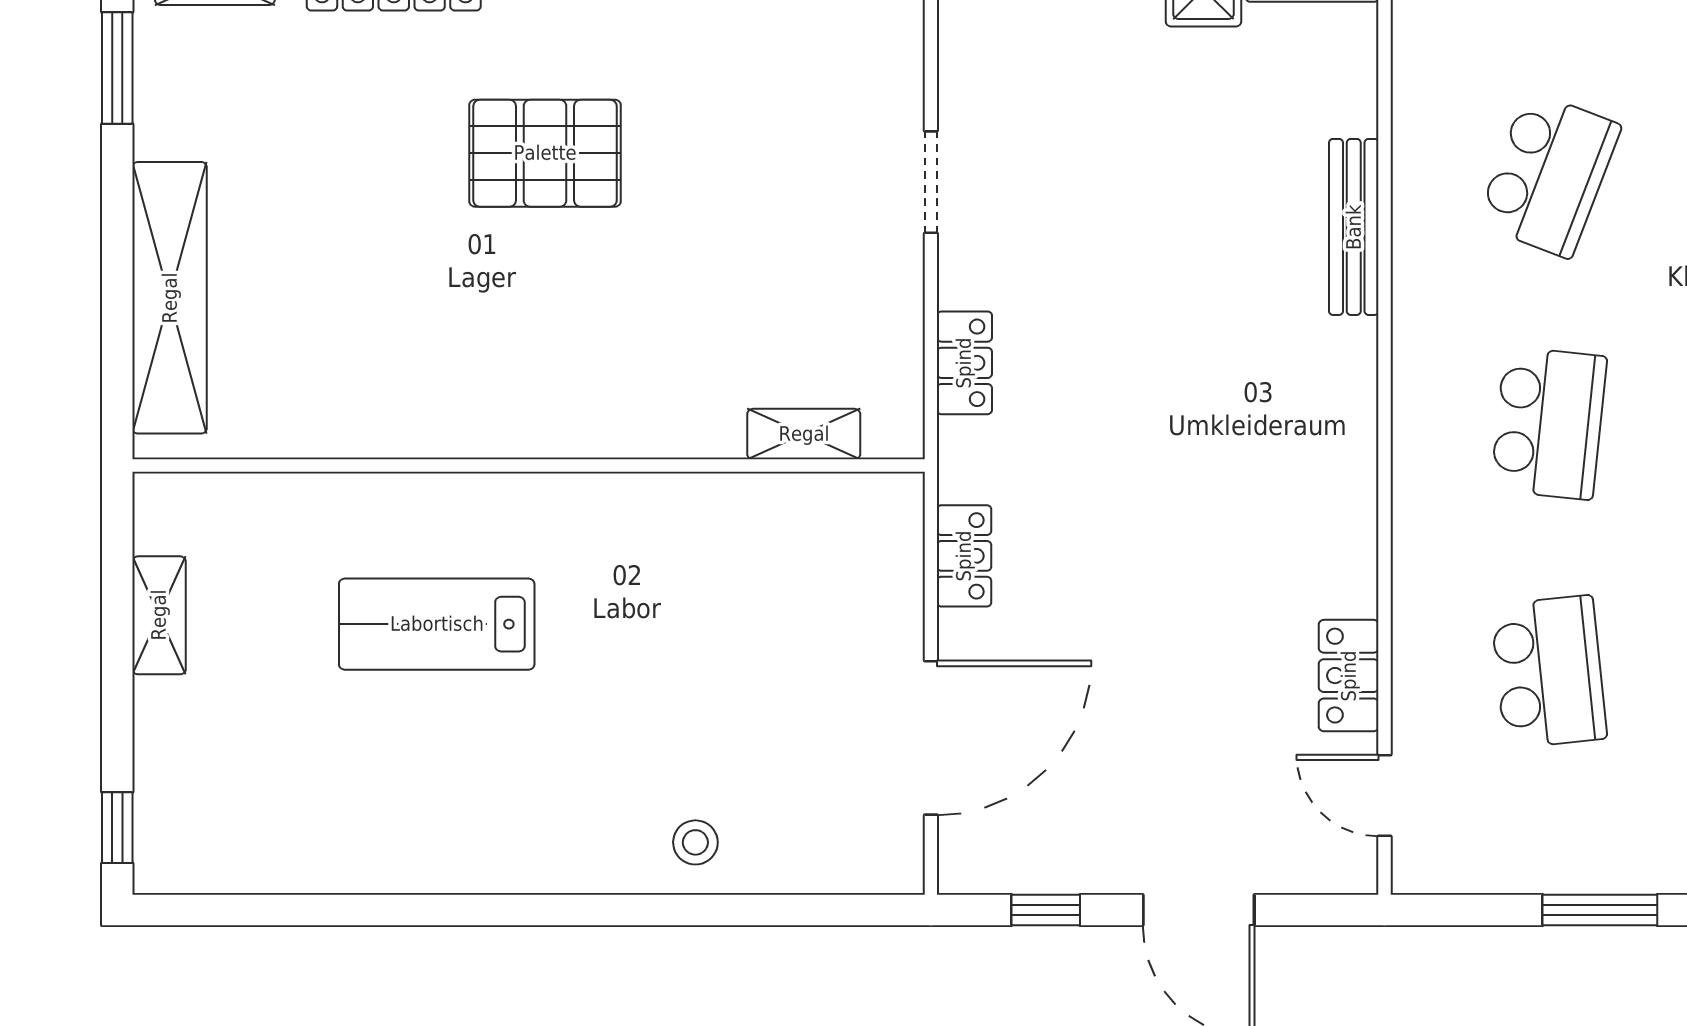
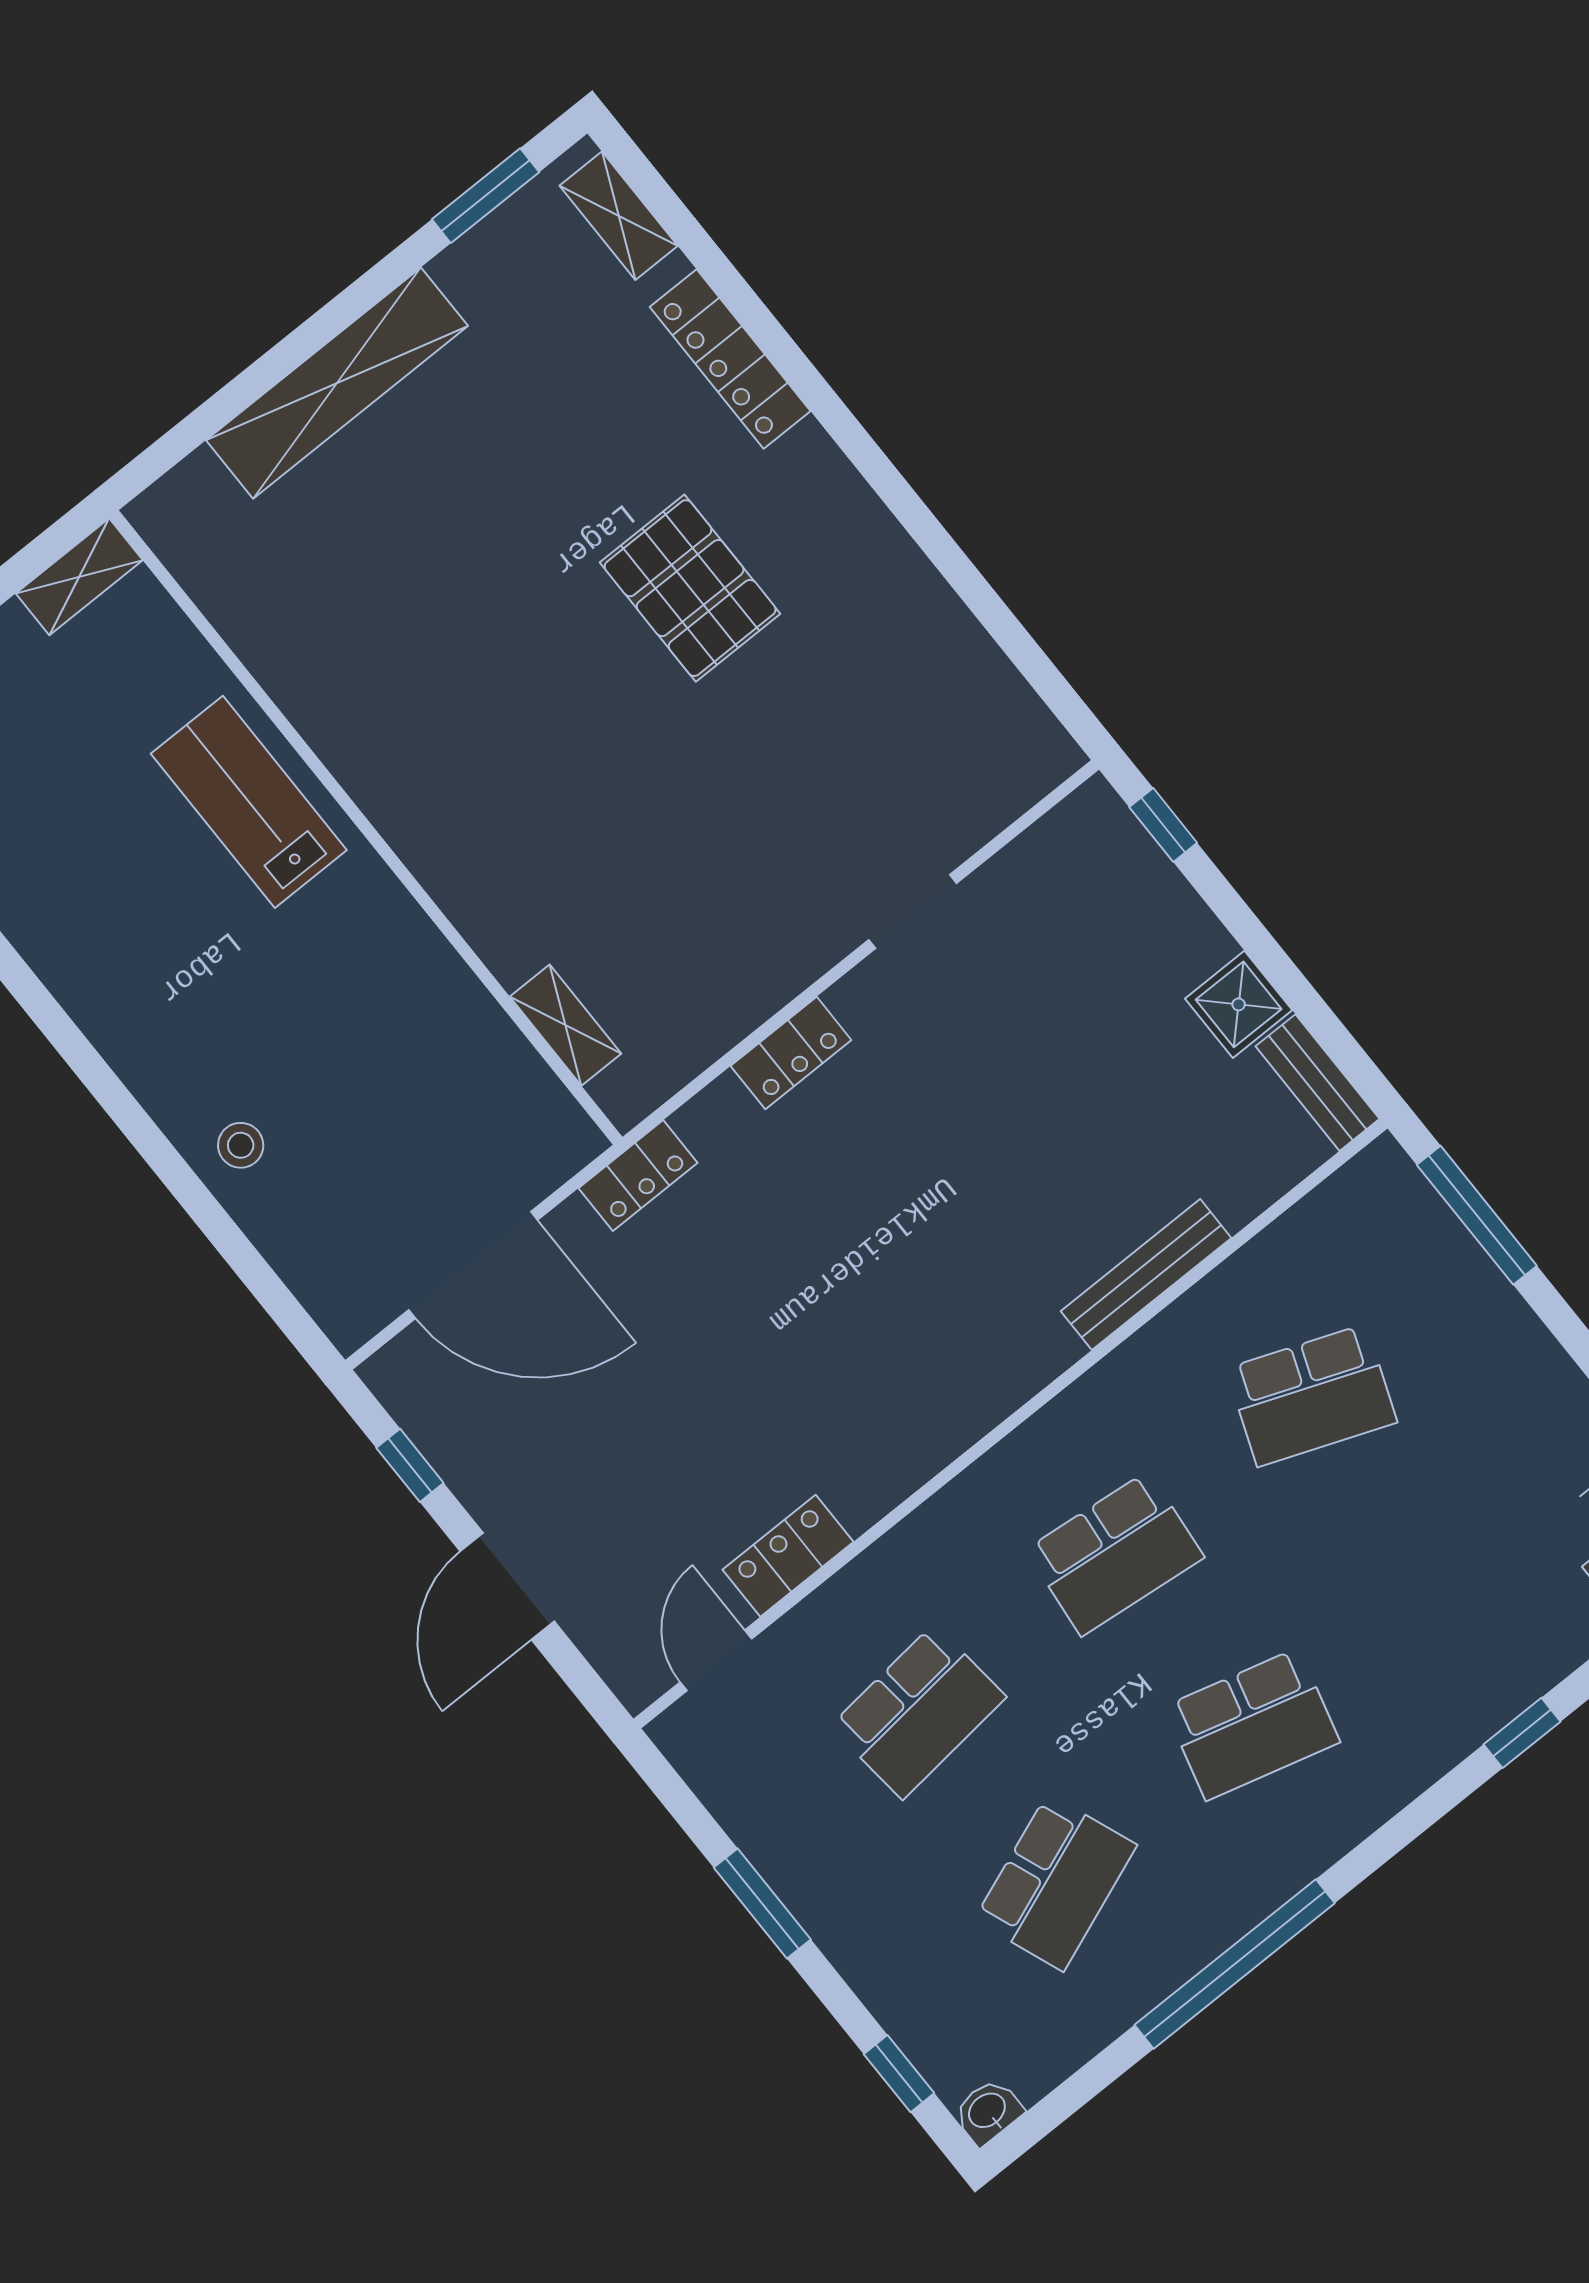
shelving: (804, 434) -> (566, 1025), moved
wall: (529, 465) -> (366, 828), moved

